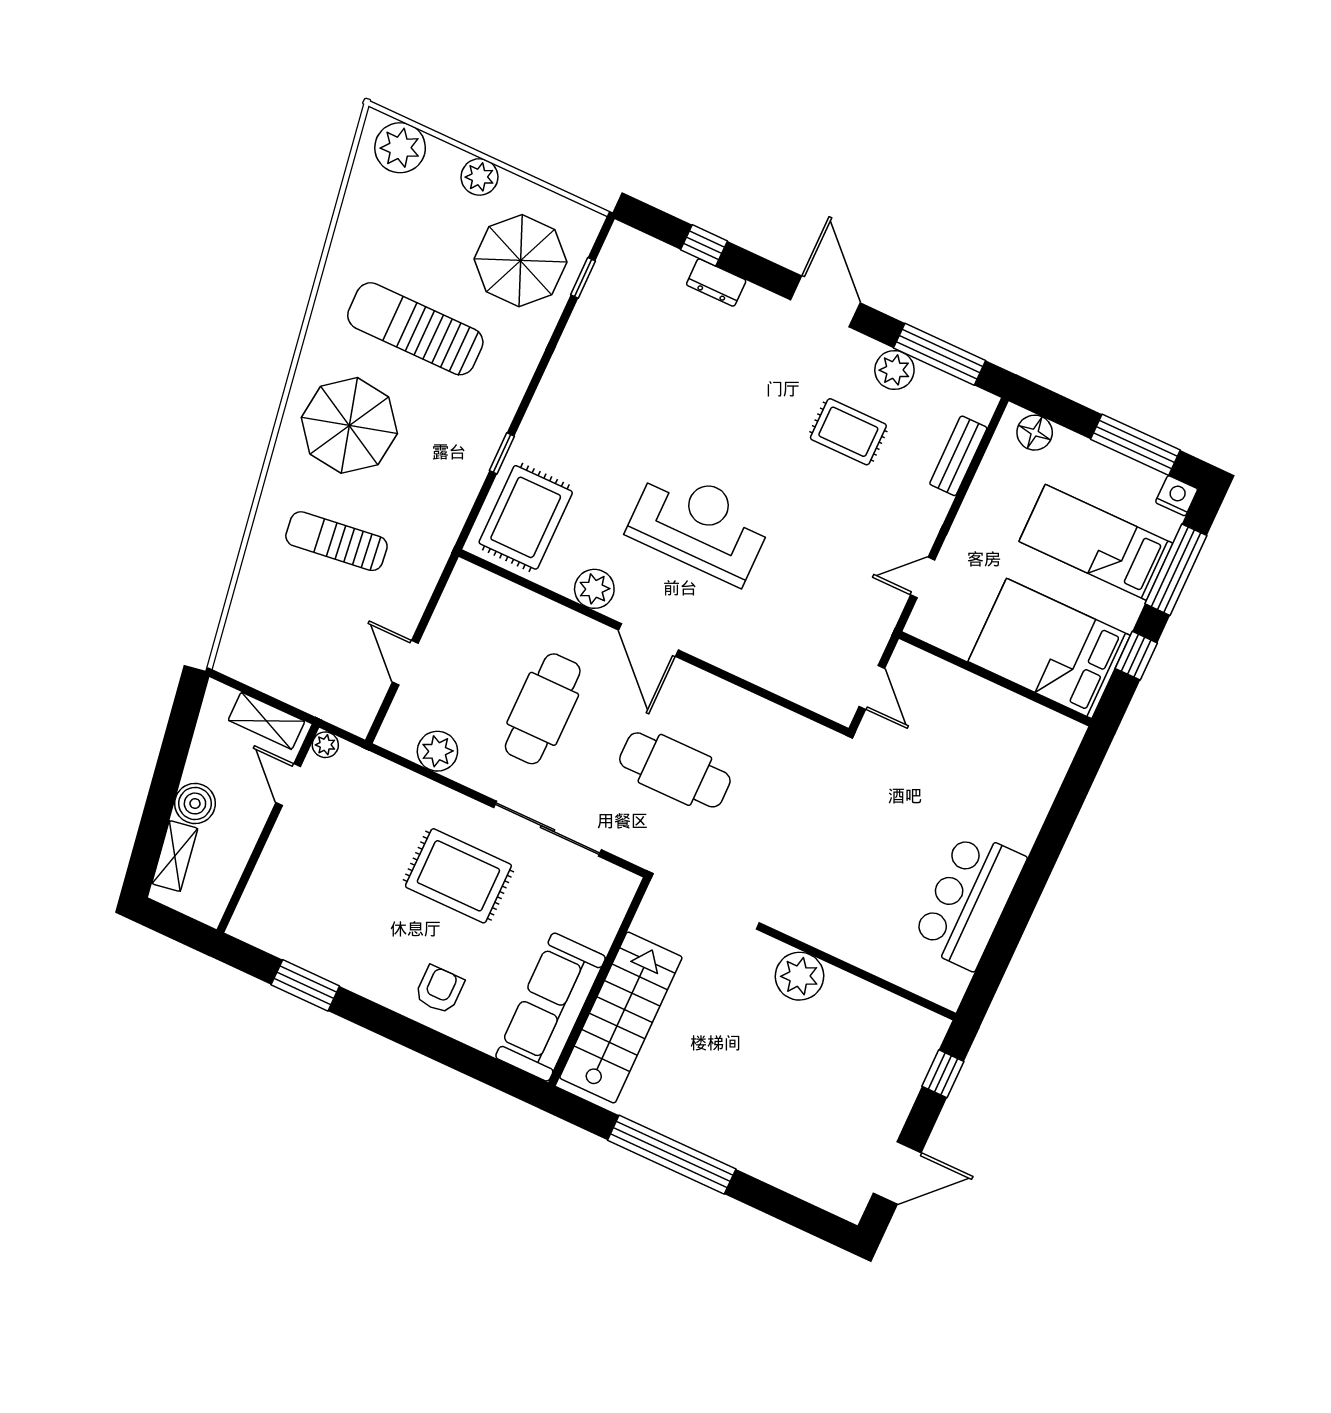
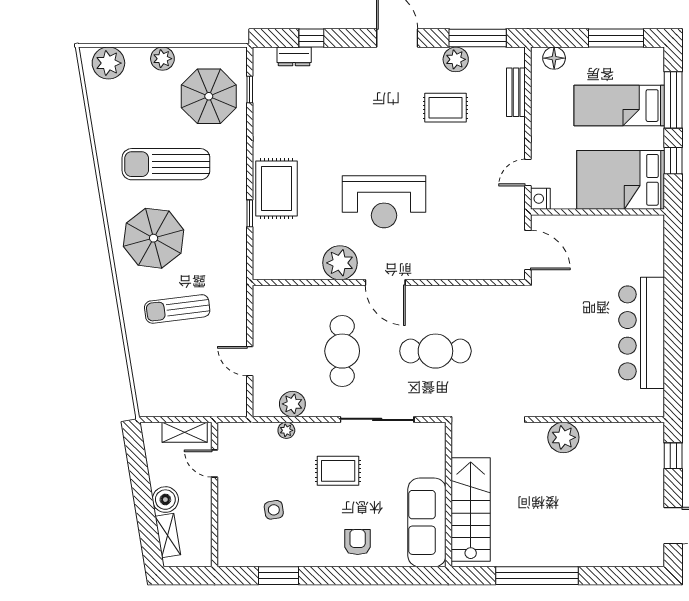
dresser: (716, 283) -> (294, 56), moved
nightstand: (1177, 496) -> (540, 199), moved, turned -90
rug: (526, 517) -> (276, 188), moved
reception desk: (700, 525) -> (384, 202), turned 180
plant: (594, 589) -> (340, 263), width x1.36, depth x1.36
door: (872, 687) -> (528, 250), width x1.38
plant: (325, 745) -> (286, 430), moved
rug: (458, 876) -> (338, 471), width x0.73, depth x0.70
side table: (342, 889) -> (274, 510), added
bar counter: (969, 900) -> (642, 333), width x1.36

